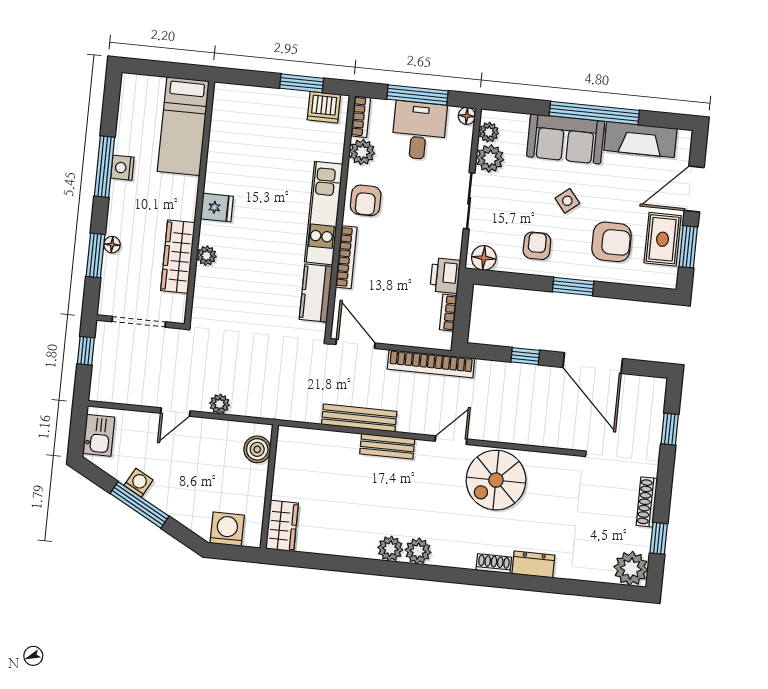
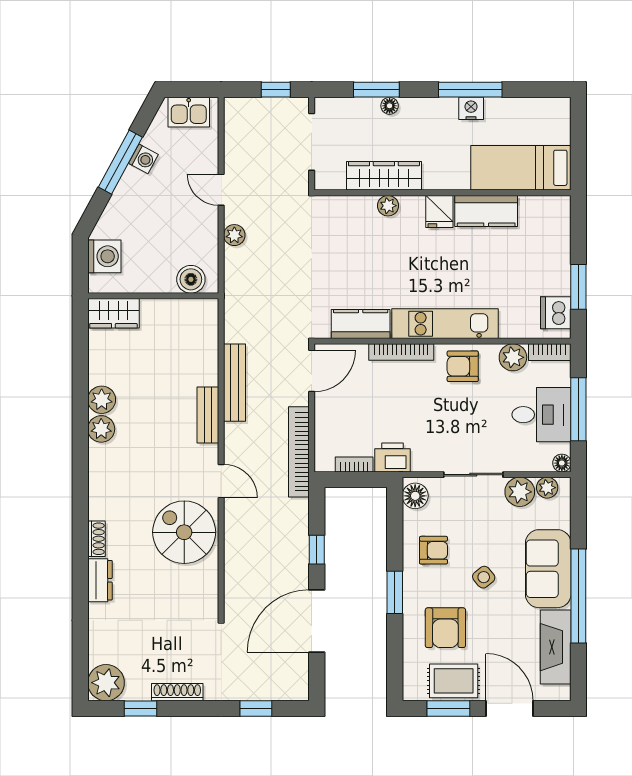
kitchen counter: (221, 163) -> (486, 211), added
plant: (418, 551) -> (102, 400), moved

